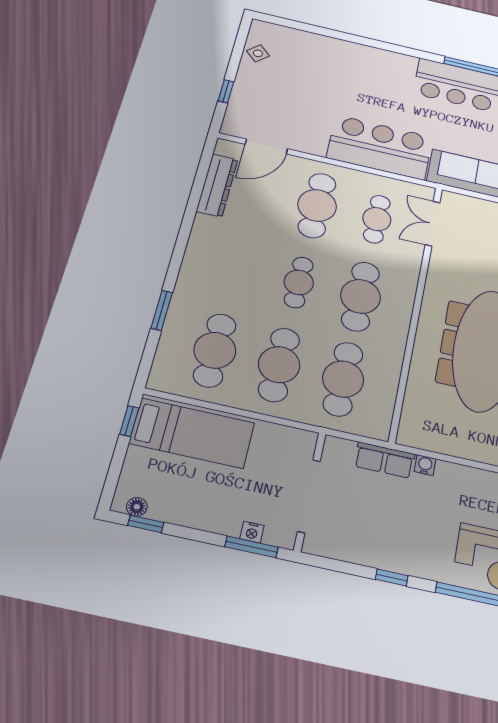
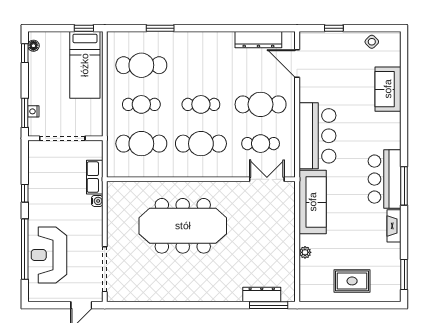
sofa: (331, 52) -> (388, 89), added
cafe table: (279, 365) -> (141, 104), width x0.73, depth x0.74

